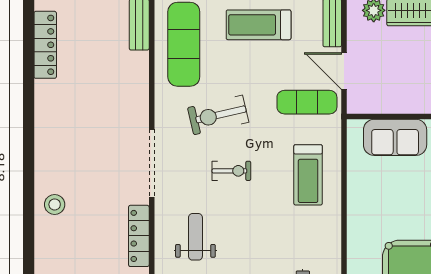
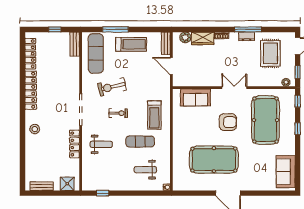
treadmill: (259, 25) -> (131, 44), turned 180
exercise mat: (307, 102) -> (140, 141), moved
locker: (46, 122) -> (31, 90), added
weight bench: (195, 237) -> (101, 144), turned 90

